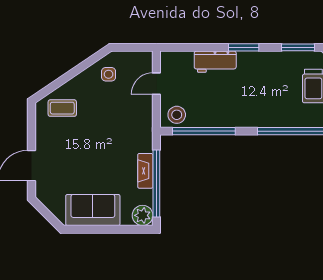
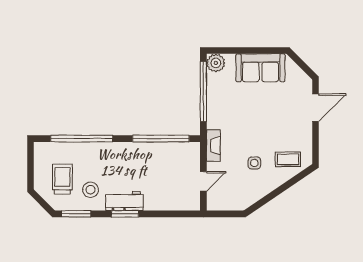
workbench: (215, 62) -> (124, 201), moved
side table: (109, 74) -> (254, 163), moved
stool: (177, 115) -> (91, 190), moved
fireplace: (145, 171) -> (213, 145), moved

